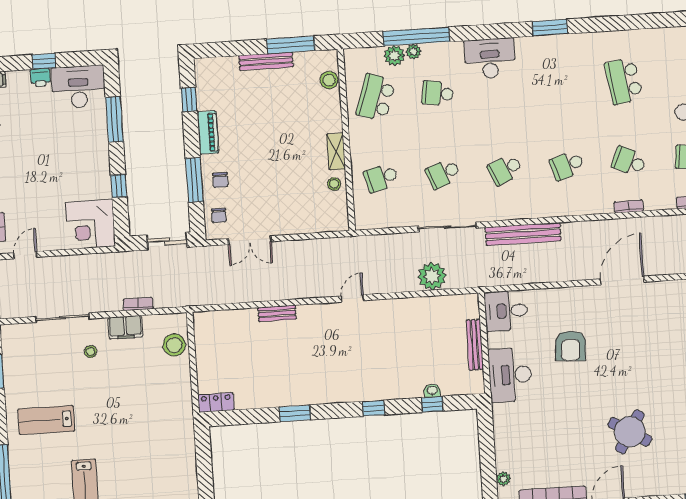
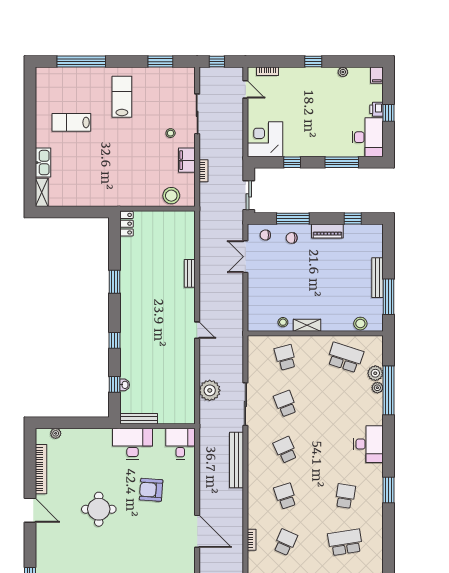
school desk: (438, 93) -> (345, 496), moved
bench: (475, 345) -> (139, 419), moved
round table: (630, 432) -> (99, 509), moved, turned -31

